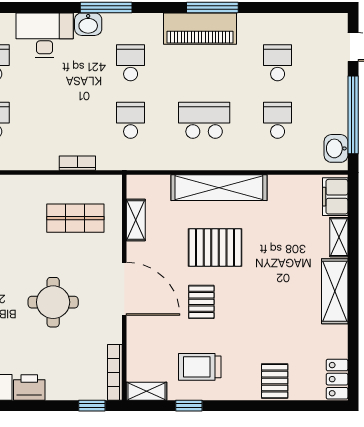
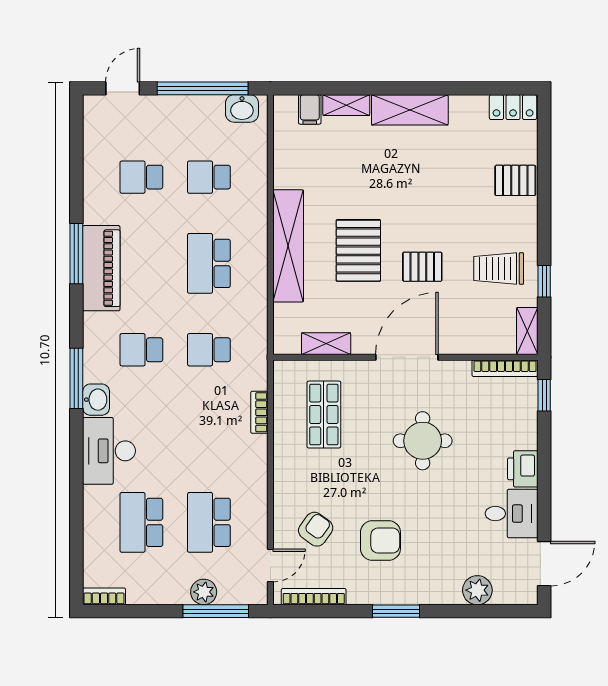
filing cabinet: (335, 197) -> (310, 109), width x0.50
trolley: (200, 367) -> (499, 268), turned 90

